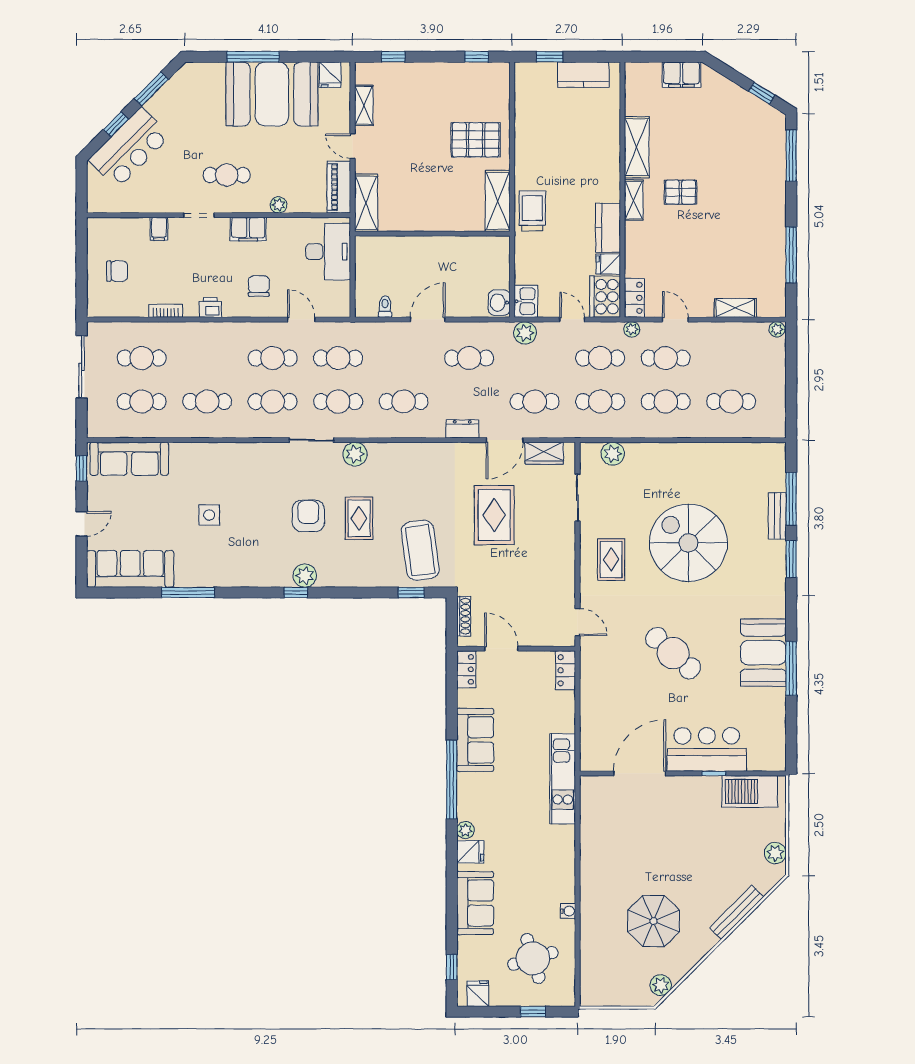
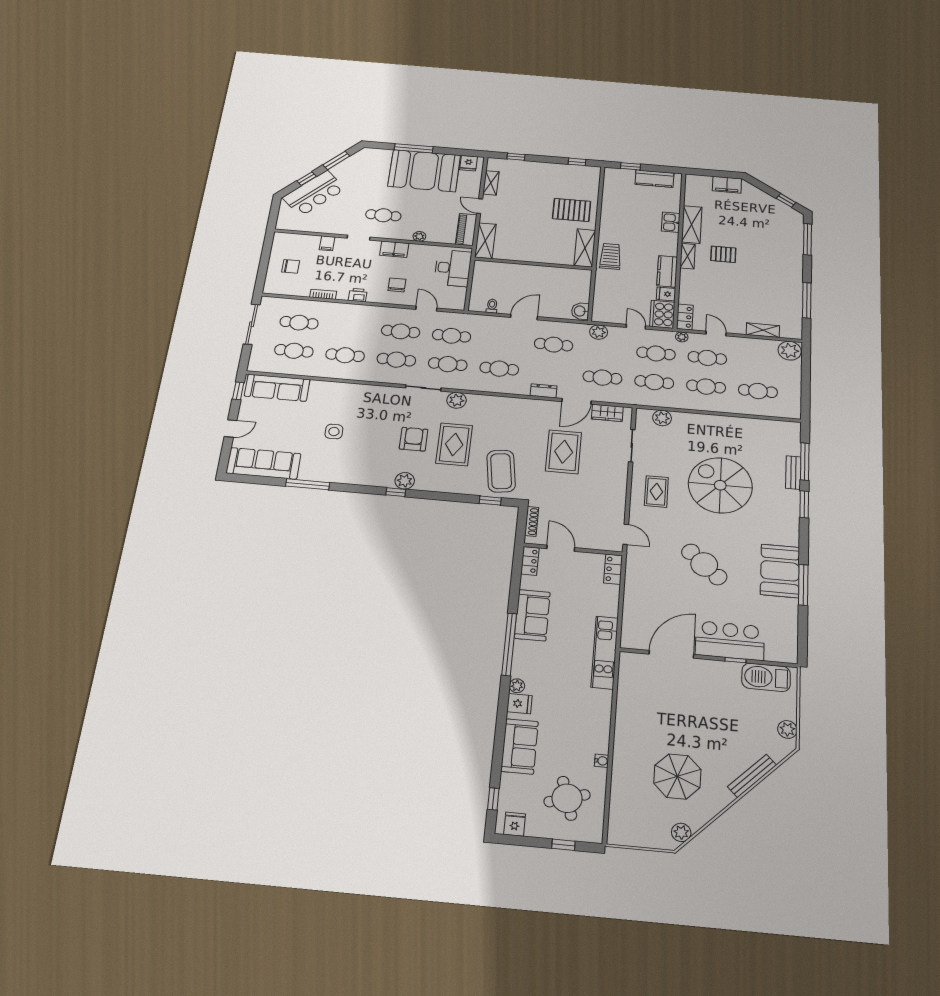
kitchen sink: (526, 301) -> (671, 222), moved, turned 180
plant: (777, 329) -> (790, 351), width x1.87, depth x1.87
rug: (359, 518) -> (454, 444), width x1.36, depth x1.43

